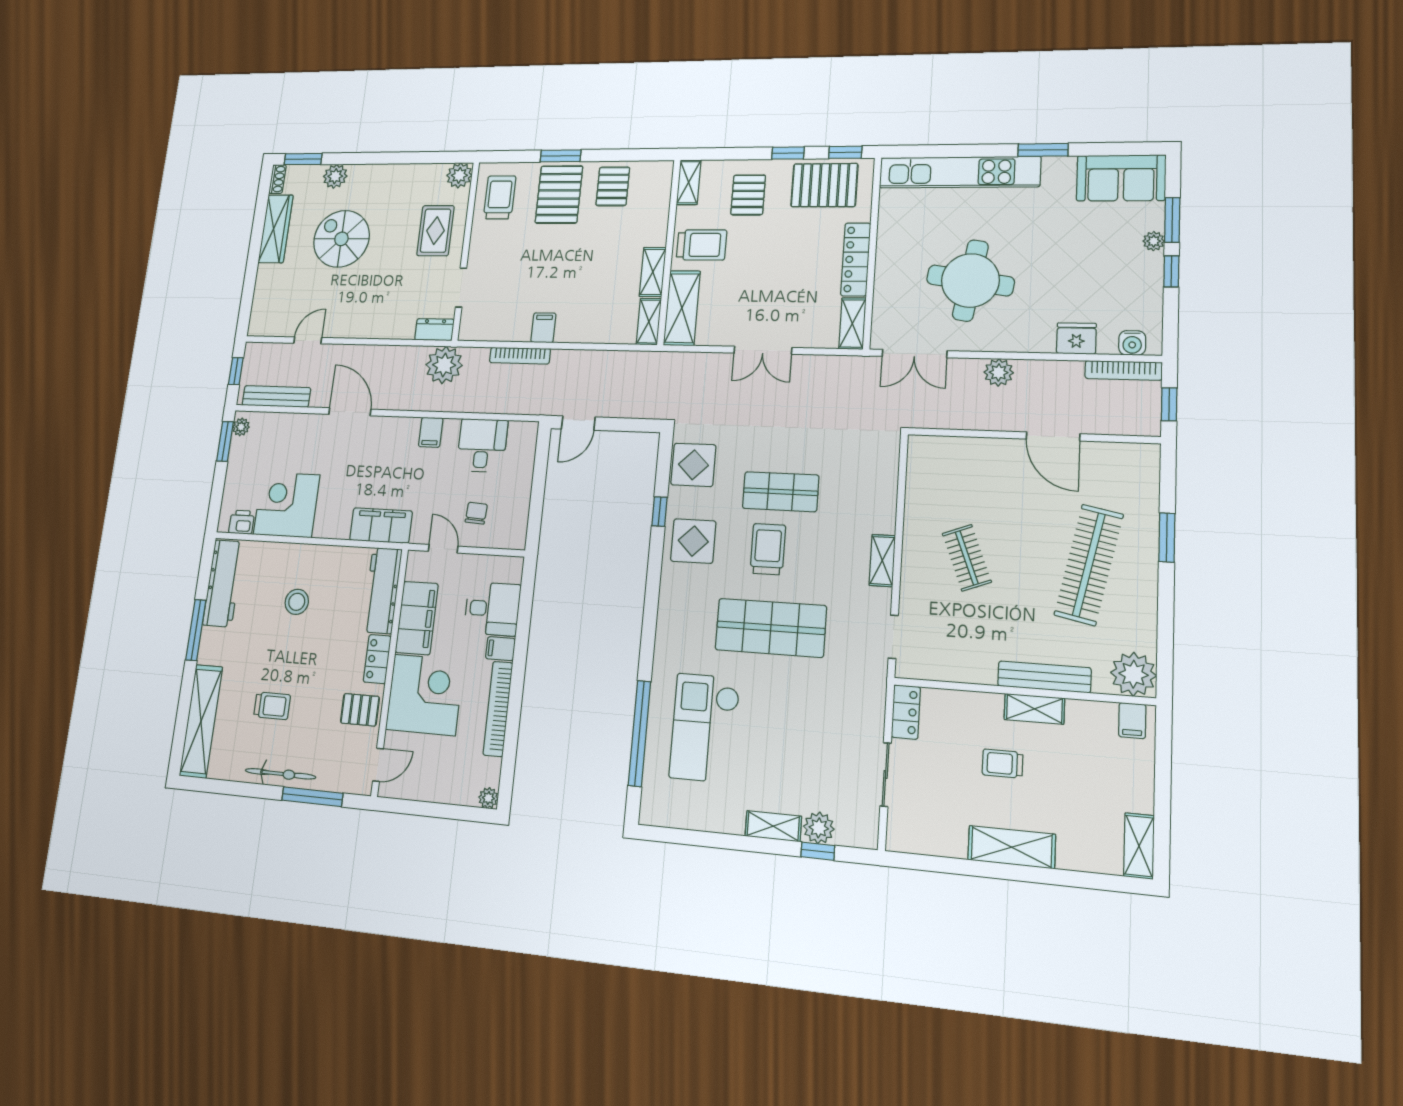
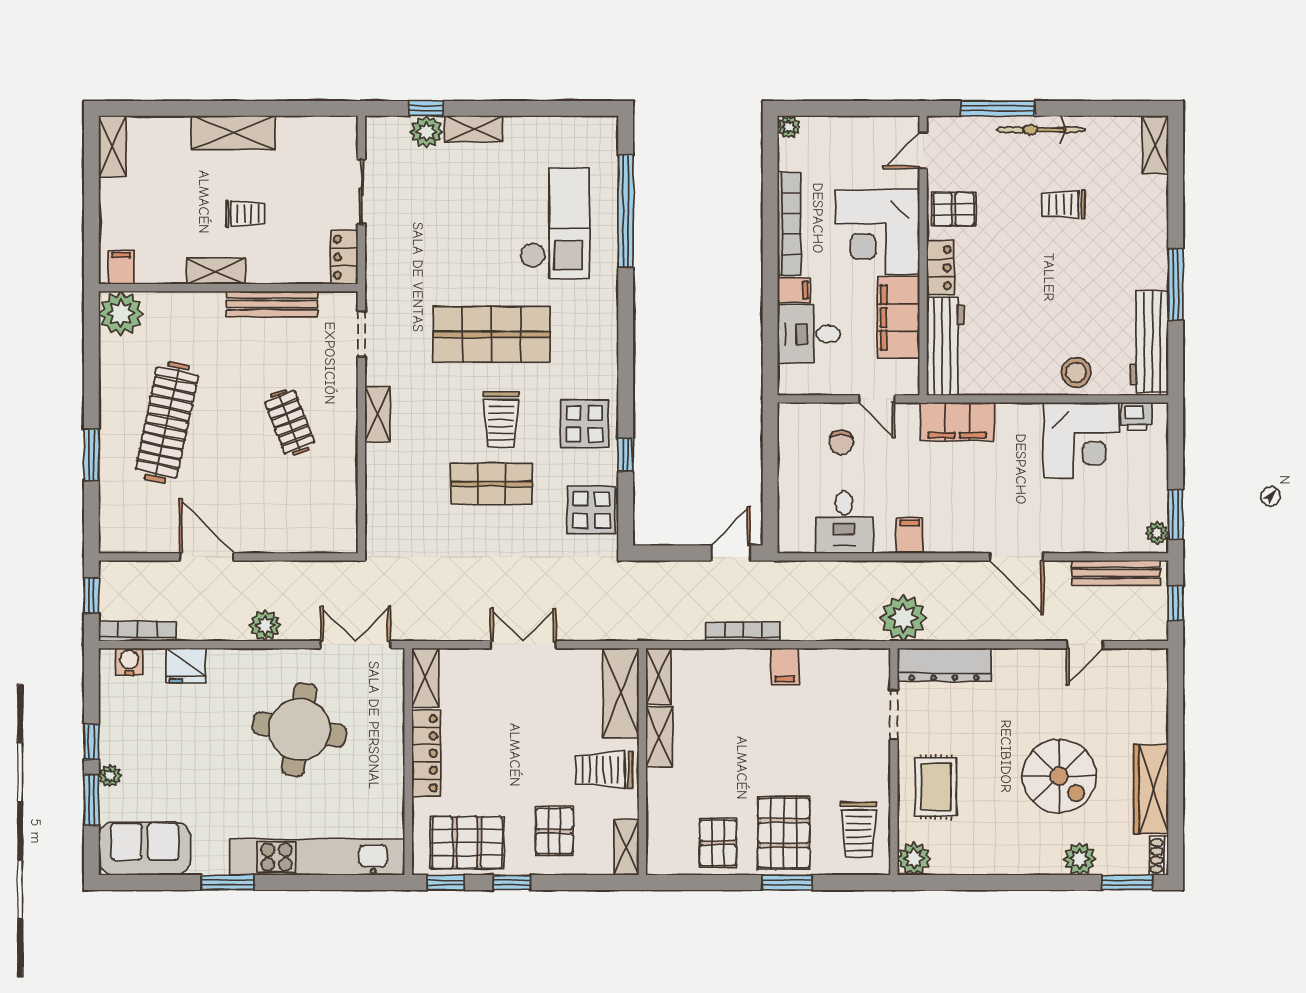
dresser: (434, 330) -> (944, 665), width x1.96, depth x1.24
bookcase: (520, 356) -> (743, 632), moved
stool: (297, 602) -> (1076, 372), moved
bench: (1044, 677) -> (272, 304), moved
shelving: (201, 721) -> (1155, 145), width x0.45, depth x0.75

